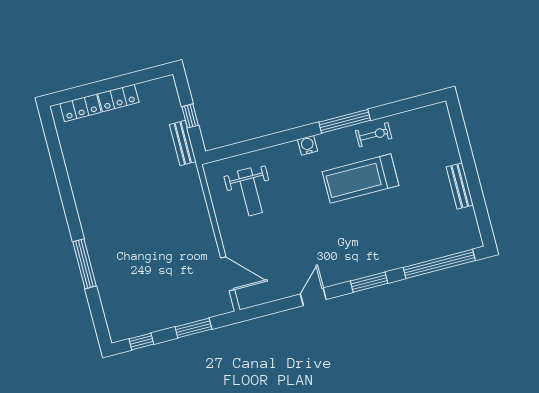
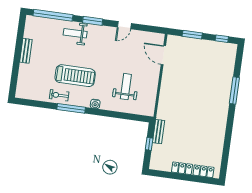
weight bench: (250, 192) -> (126, 87), moved
weight bench: (390, 249) -> (75, 33), added

